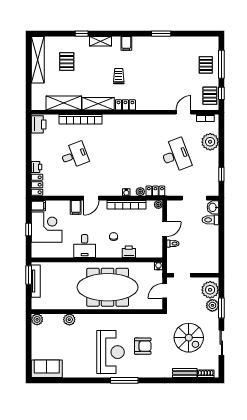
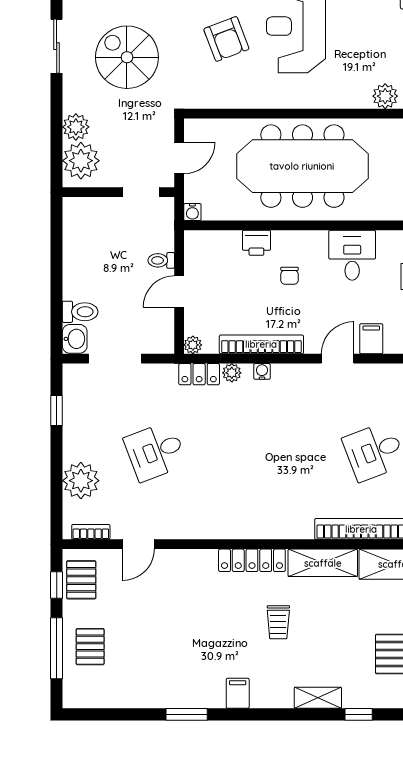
filing cabinet: (126, 43) -> (238, 693), moved
locker: (125, 105) -> (252, 560), width x1.53
desk: (176, 155) -> (155, 451), width x0.73
window: (221, 308) -> (57, 121), removed
armchair: (143, 346) -> (226, 39), turned -111

